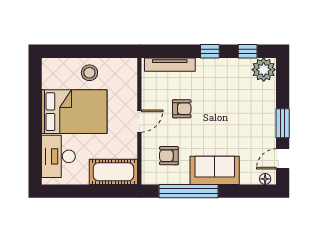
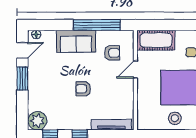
armchair: (182, 109) -> (83, 89), moved
door: (139, 121) -> (135, 69), moved

